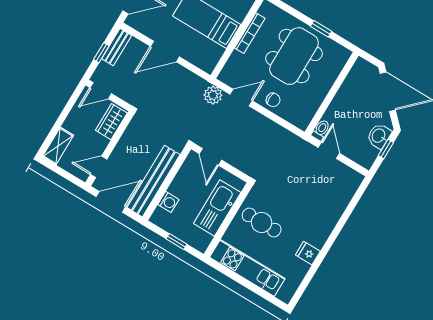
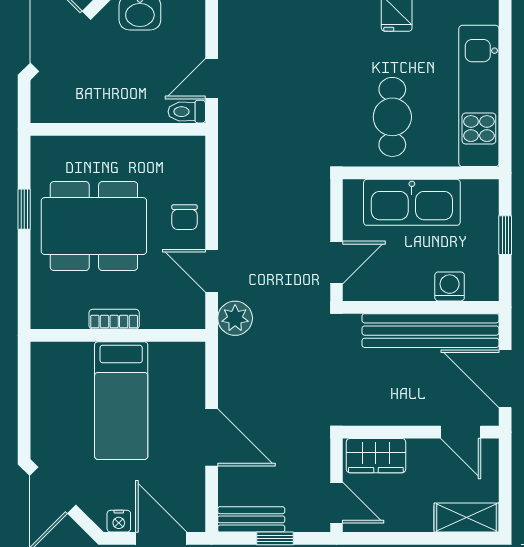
bookcase: (250, 33) -> (114, 319), width x0.64
chair: (273, 100) -> (185, 217), turned 180

